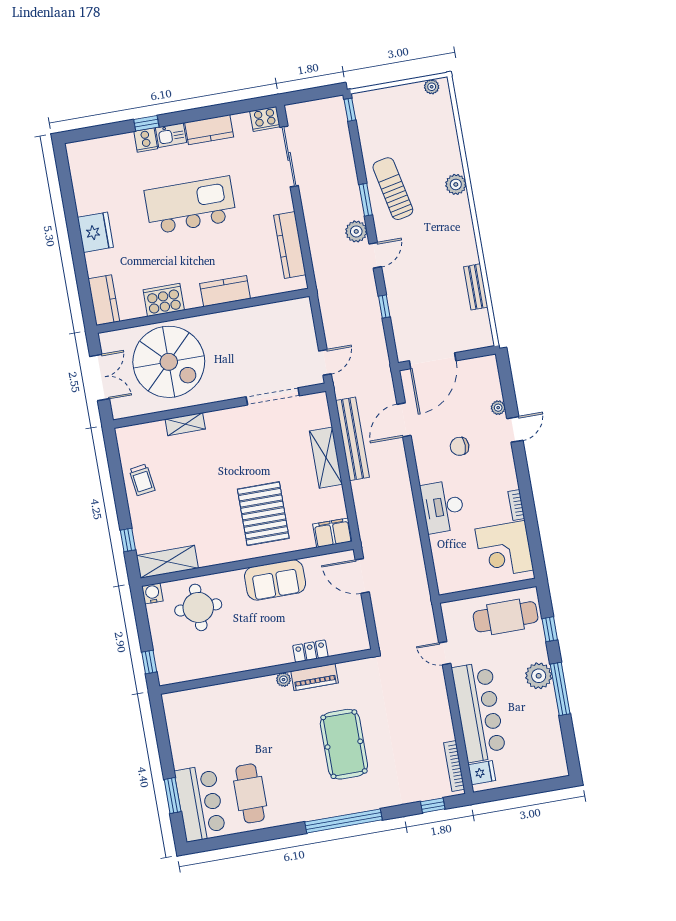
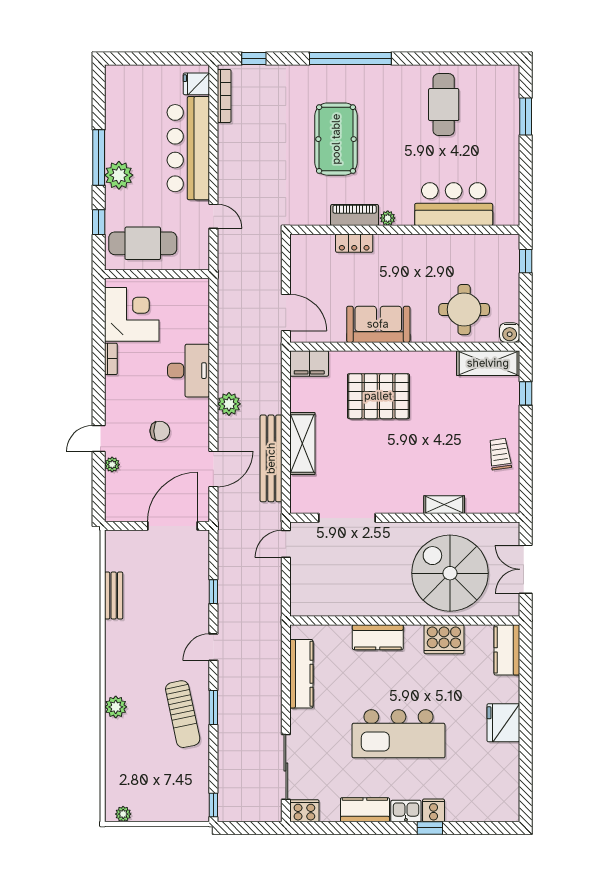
plant: (356, 231) -> (229, 404), moved
pallet: (263, 514) -> (378, 396), turned 90
bar counter: (200, 803) -> (454, 204), moved, turned 90

